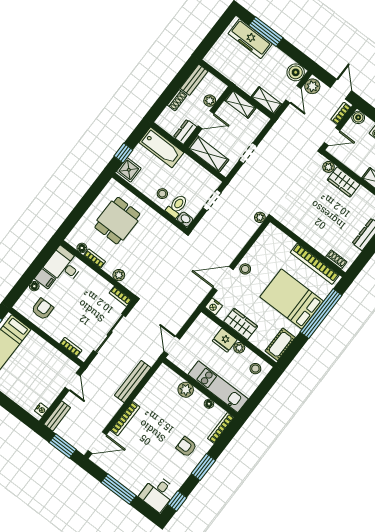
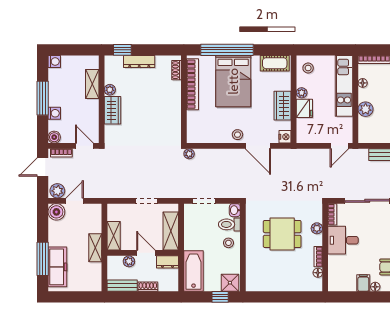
shelving: (267, 101) -> (95, 248), moved
plant: (328, 167) -> (110, 90), moved
dining table: (117, 221) -> (282, 234), moved
desk: (64, 265) -> (343, 240), moved, turned 90

